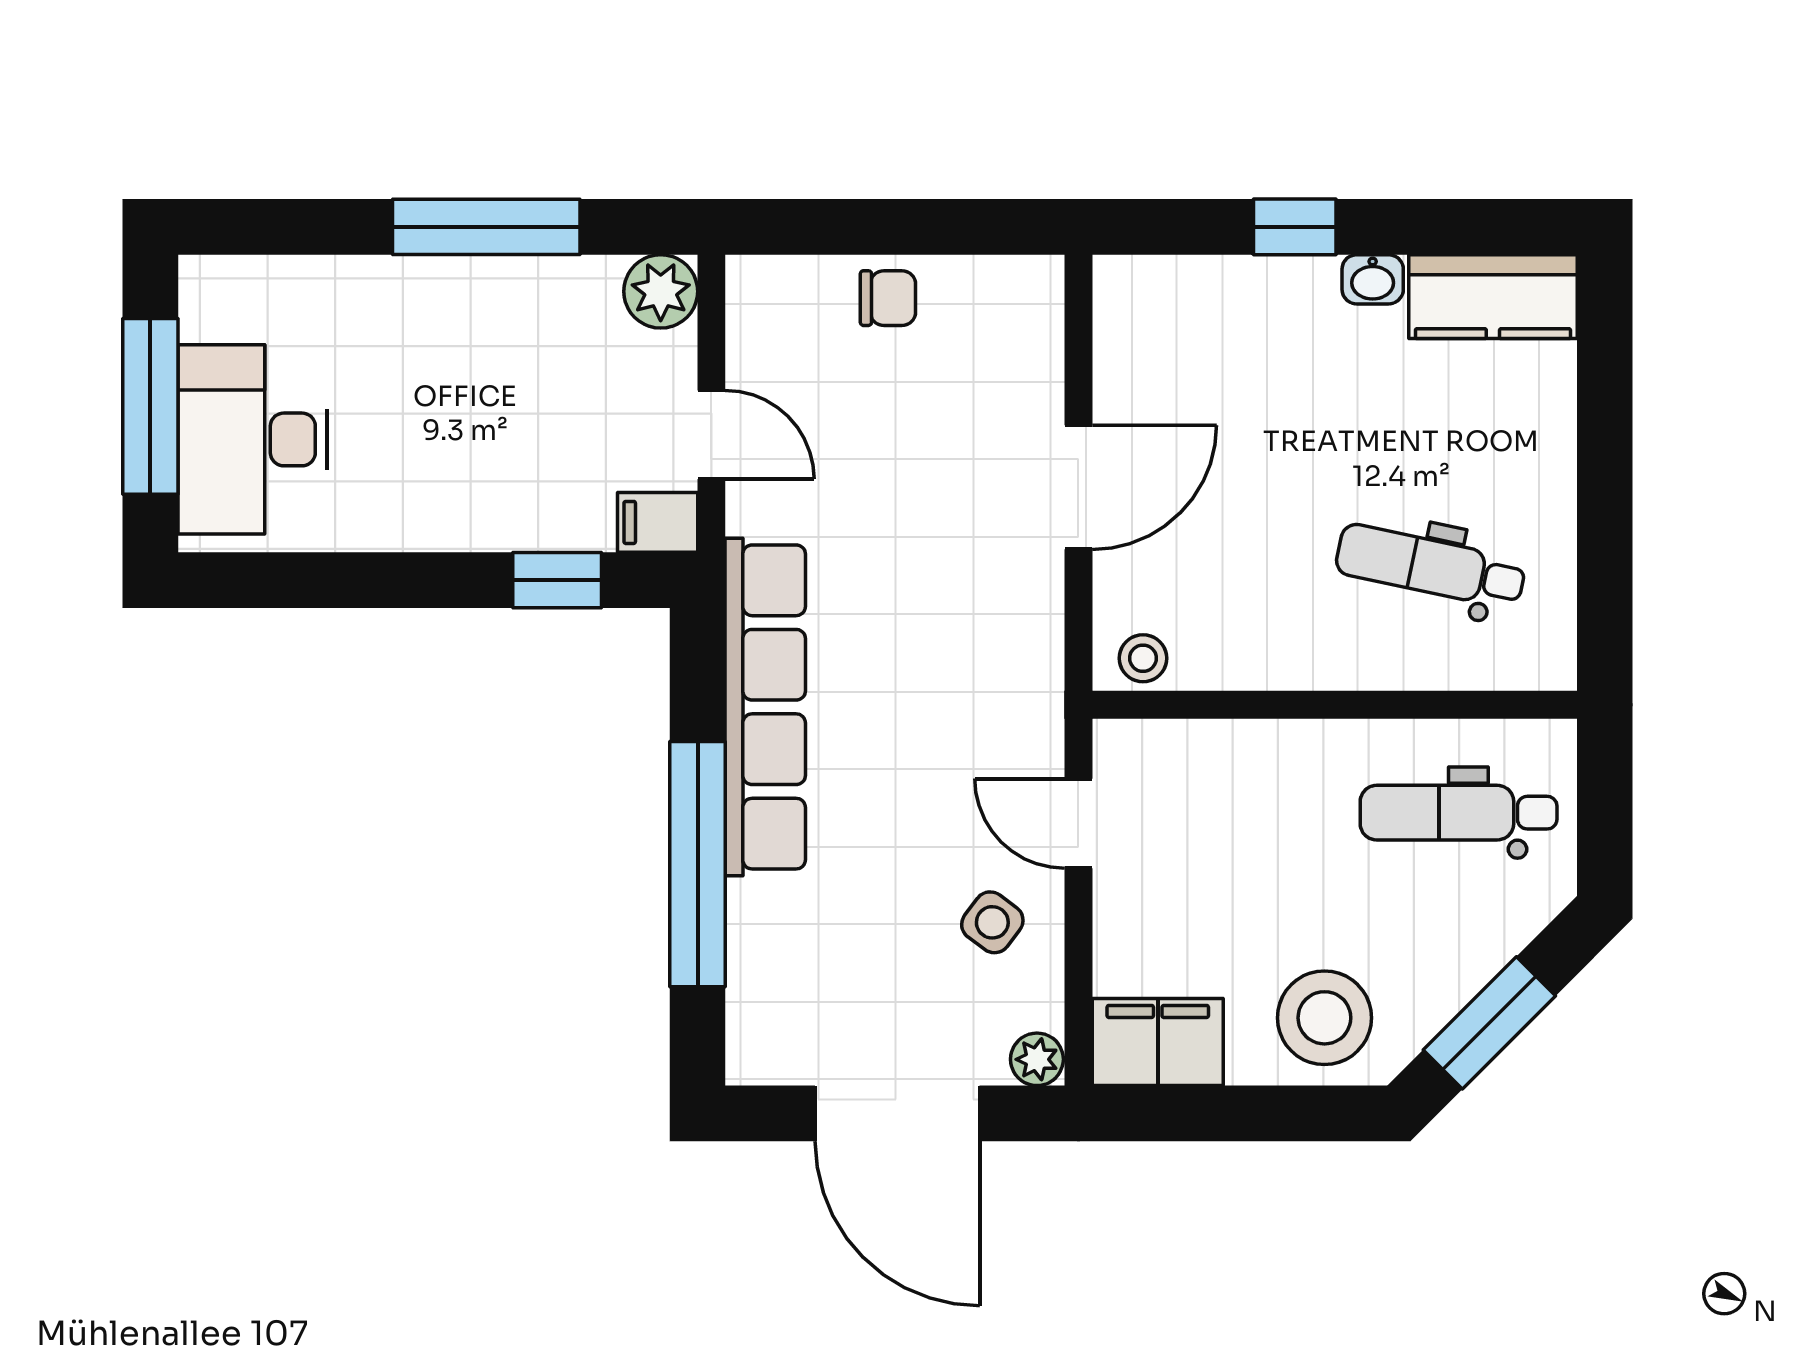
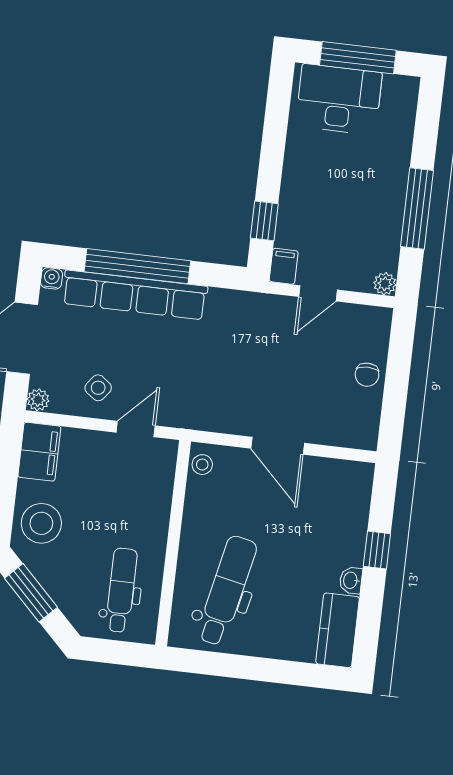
plant: (661, 291) -> (385, 284), width x0.73, depth x0.73
dental chair: (1431, 566) -> (227, 591), width x1.36, depth x1.38
row of seats: (765, 707) -> (135, 295), moved
water cooler: (750, 1061) -> (52, 278), added

